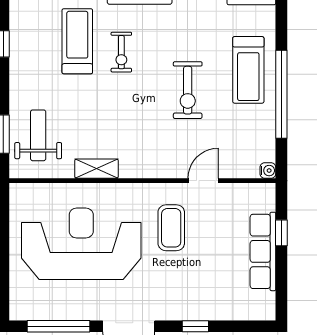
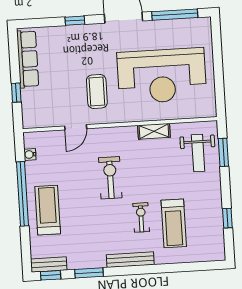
exercise bike: (188, 90) -> (110, 178), moved
water cooler: (268, 171) -> (30, 154), moved
row of seats: (263, 251) -> (28, 59), moved

